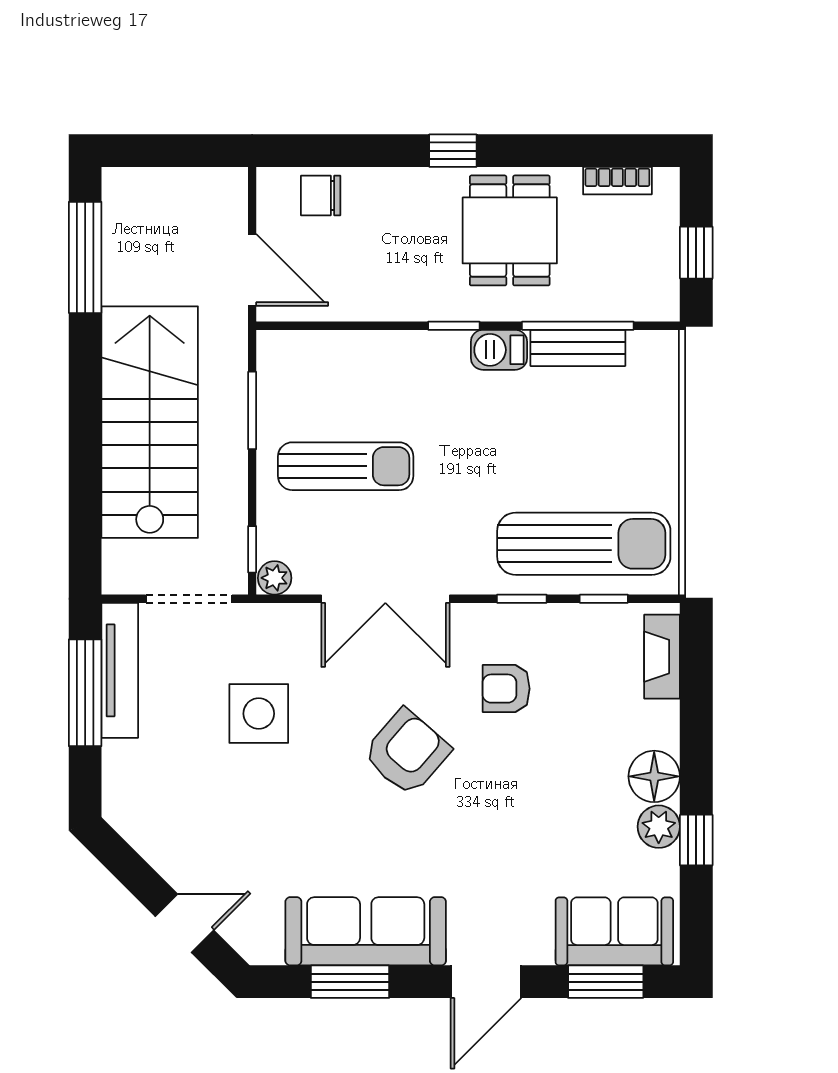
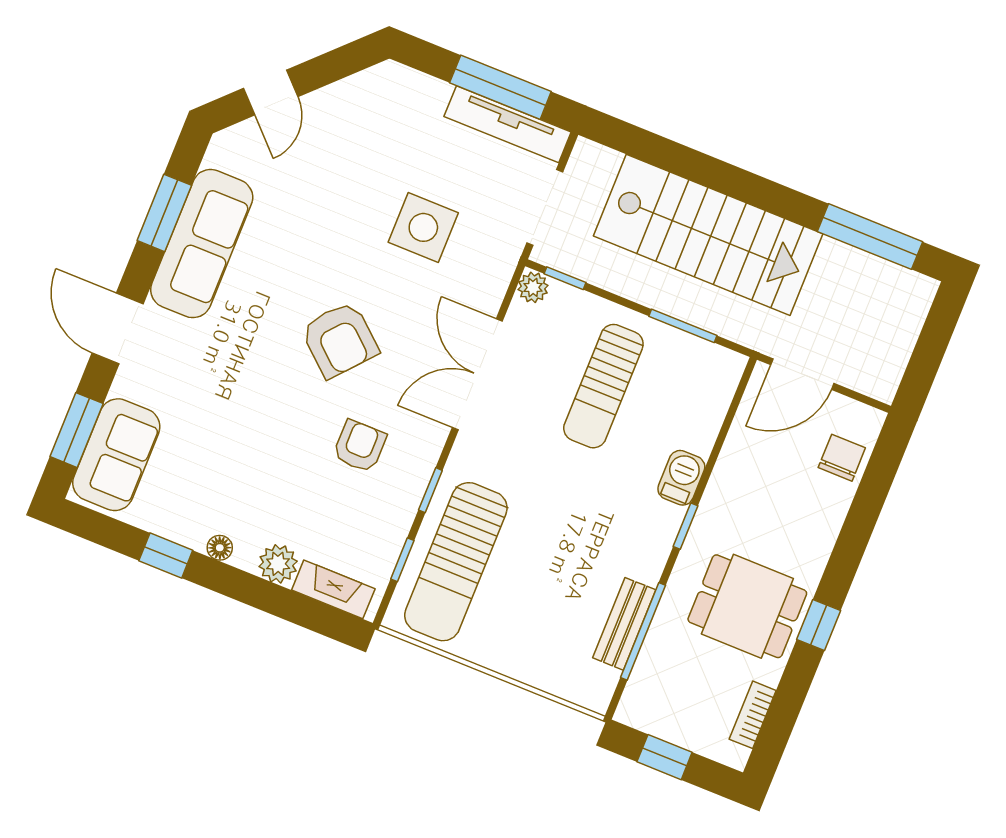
window: (453, 151) -> (819, 625), moved
barbecue: (499, 350) -> (681, 478), moved
floor lamp: (654, 776) -> (220, 548), width x0.53, depth x0.53
plant: (659, 827) -> (278, 564), moved

